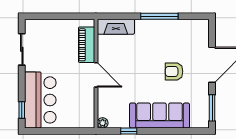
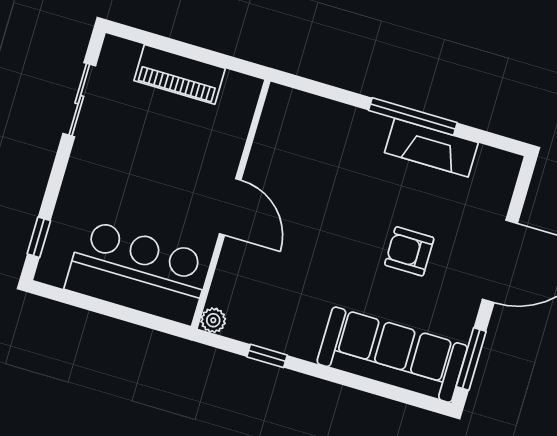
fireplace: (116, 27) -> (431, 148), moved
piano: (87, 45) -> (180, 74), moved, turned -90
bar counter: (40, 100) -> (138, 272), moved, turned -90
sofa: (160, 116) -> (392, 355), moved

